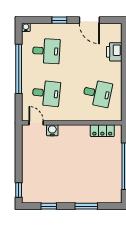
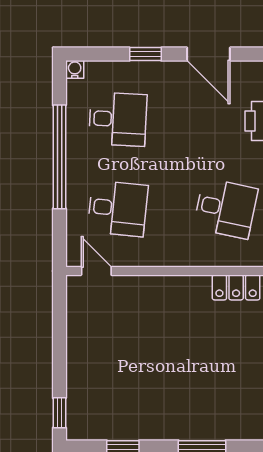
water cooler: (52, 130) -> (130, 287), removed

